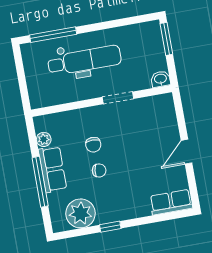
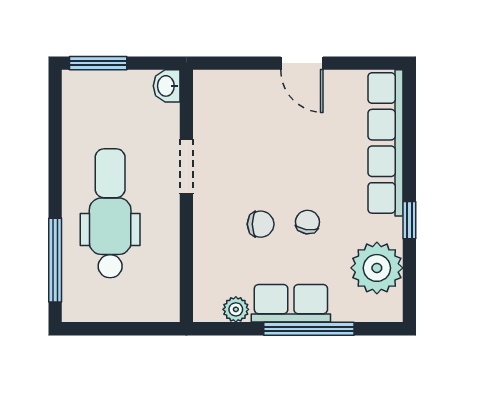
row of seats: (171, 202) -> (385, 143), width x2.02

